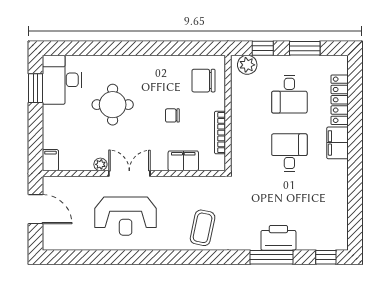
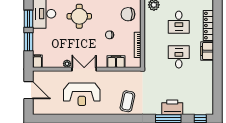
round table: (113, 105) -> (79, 16), moved
window: (36, 127) -> (29, 42), added

